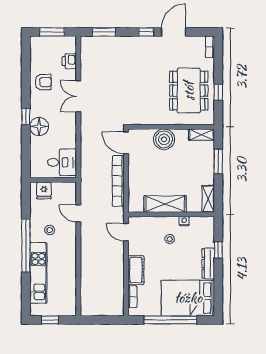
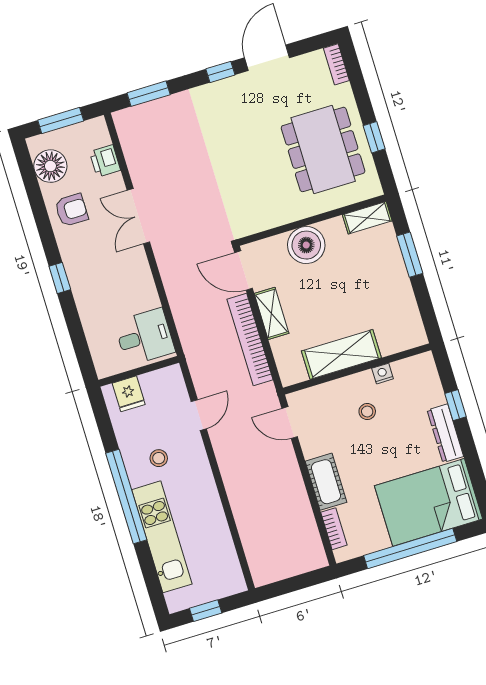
floor lamp: (39, 127) -> (50, 166), moved
shelving: (208, 199) -> (272, 313), moved
door: (78, 213) -> (199, 415), swing flipped

